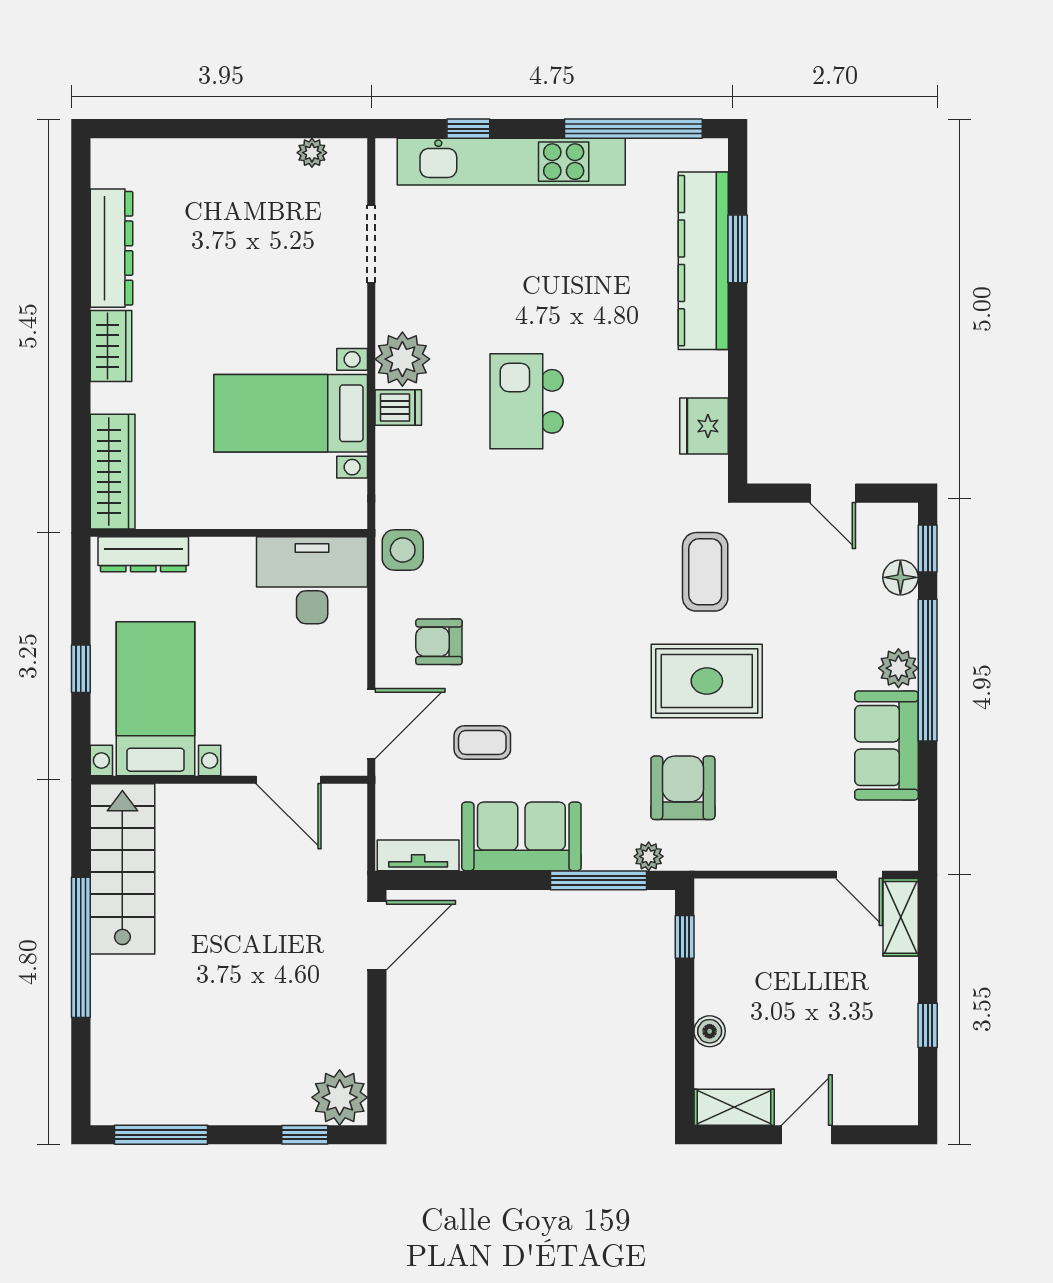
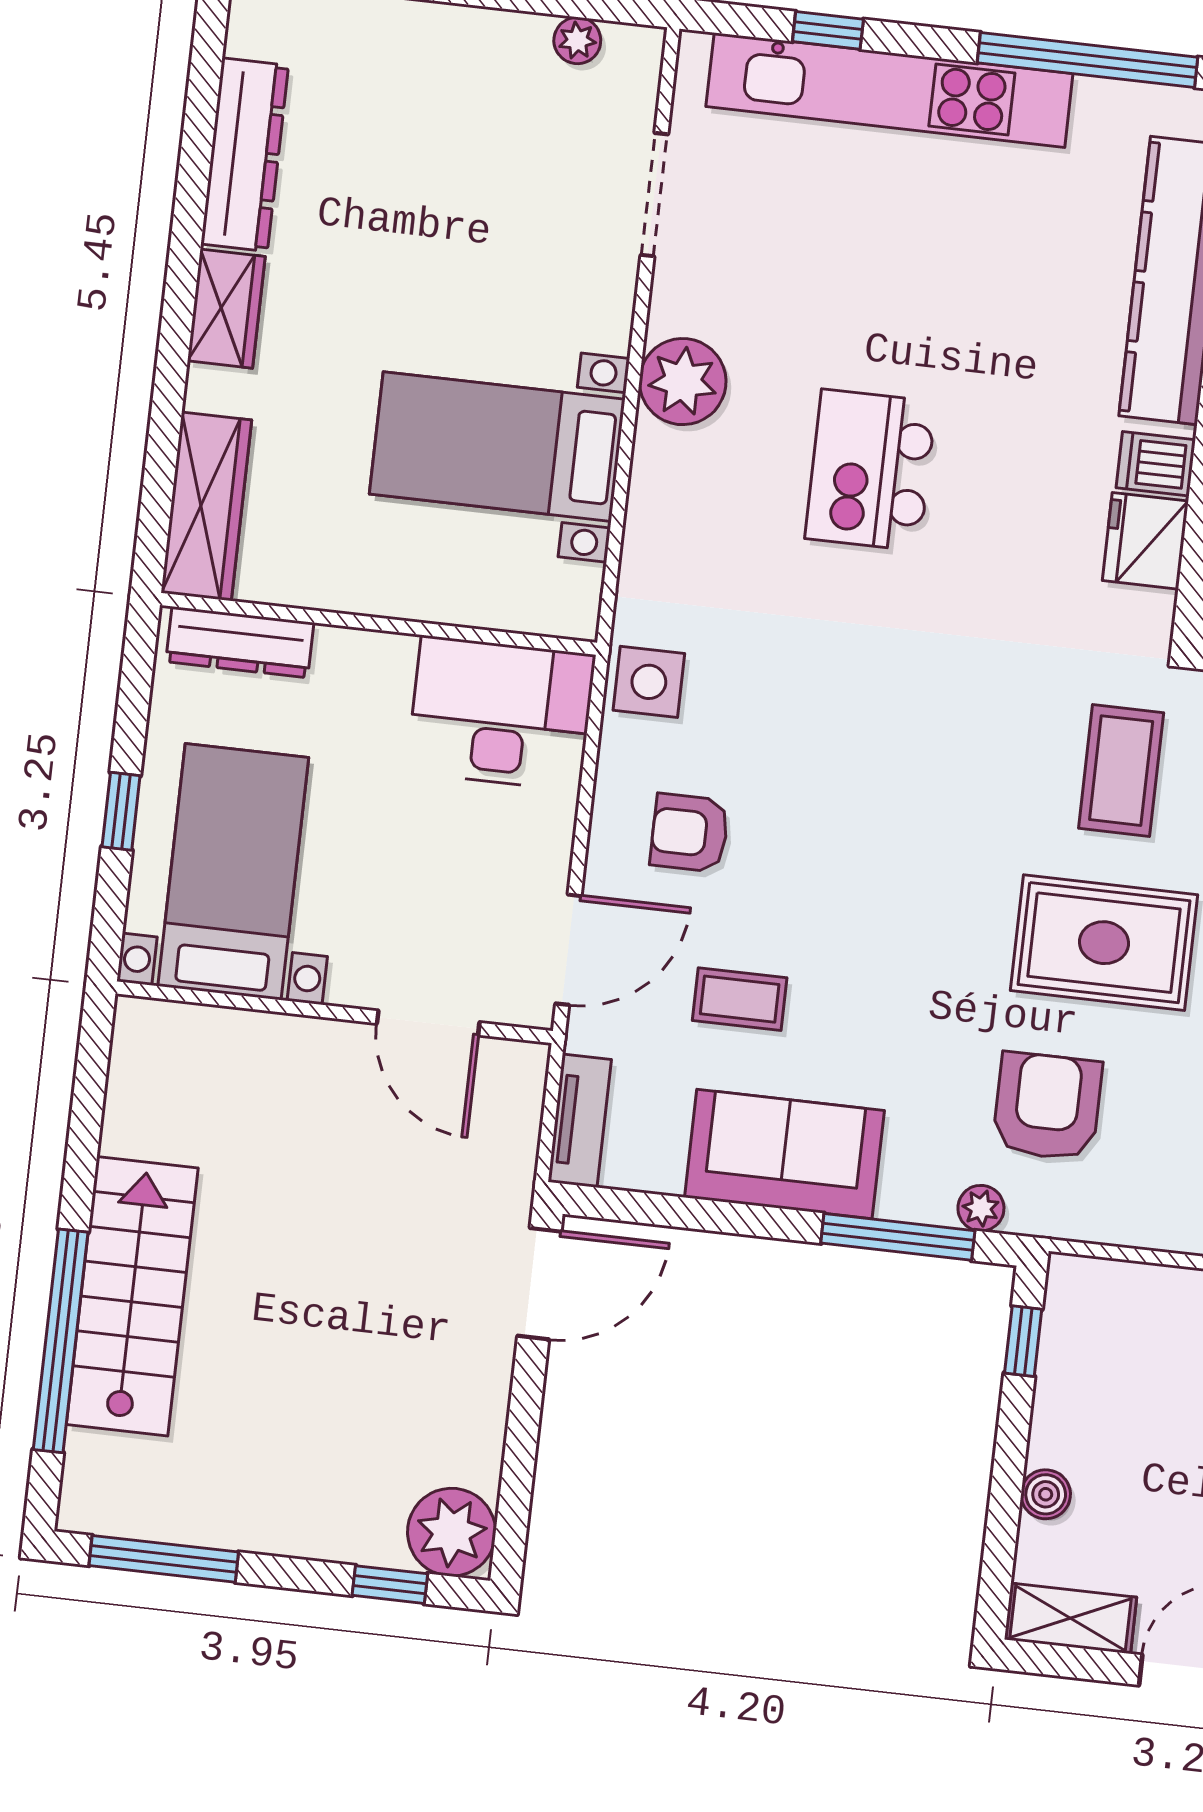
dishwasher: (398, 407) -> (1156, 464), moved, turned 180
tv unit: (418, 855) -> (580, 1121), moved, turned 90
stairs: (122, 869) -> (132, 1296), moved
window: (81, 947) -> (61, 1341), moved

